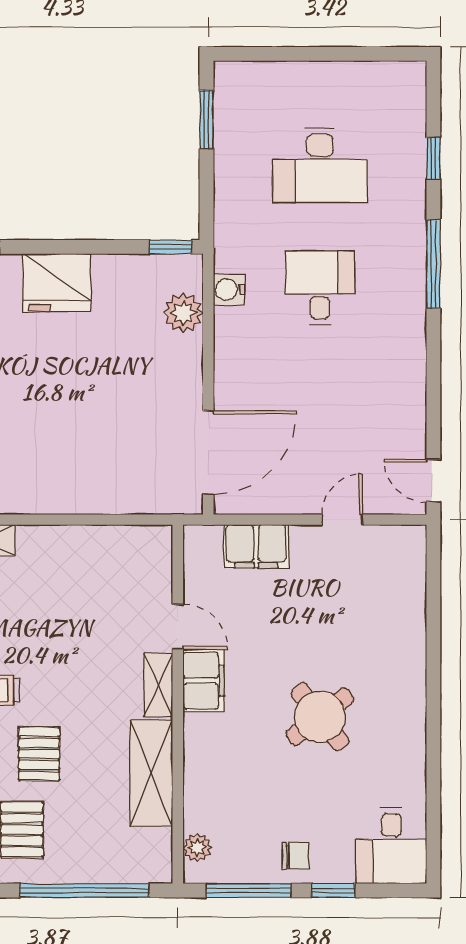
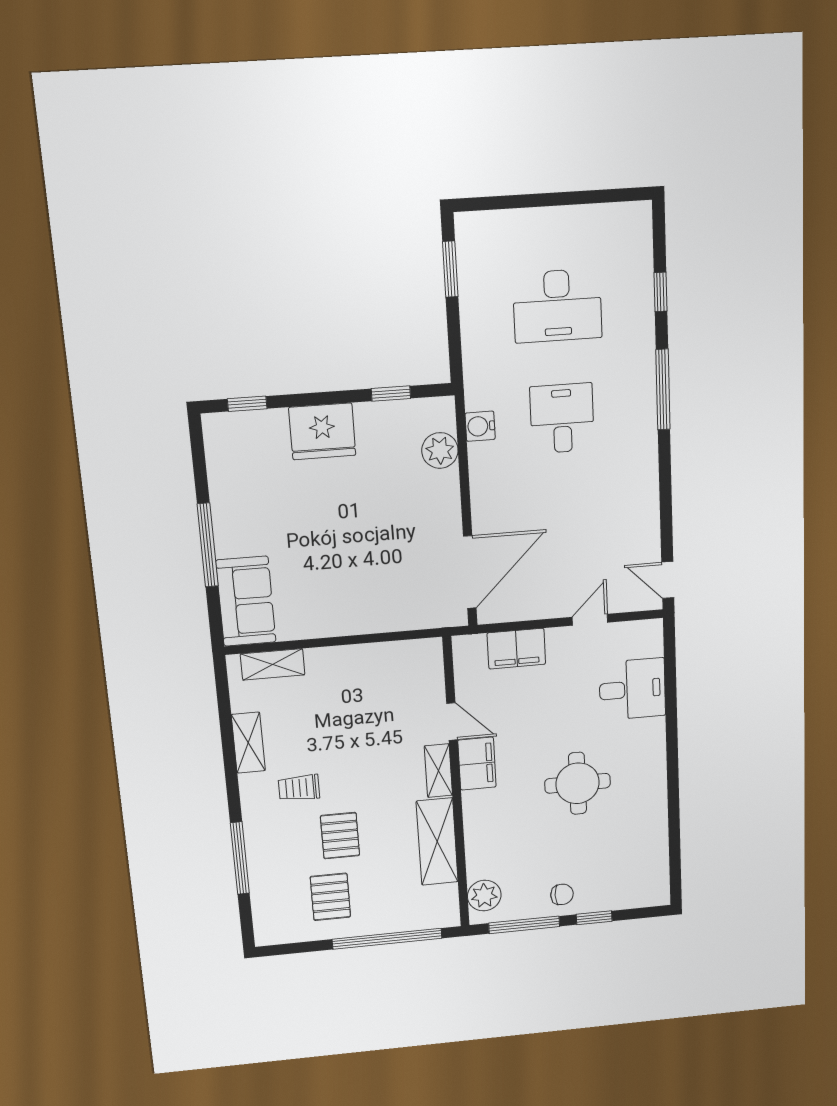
window: (171, 247) -> (391, 394), moved
round table: (320, 717) -> (578, 783), turned 38
desk: (391, 846) -> (632, 689), moved, turned -90
plant: (197, 847) -> (484, 896), width x1.38, depth x1.38

